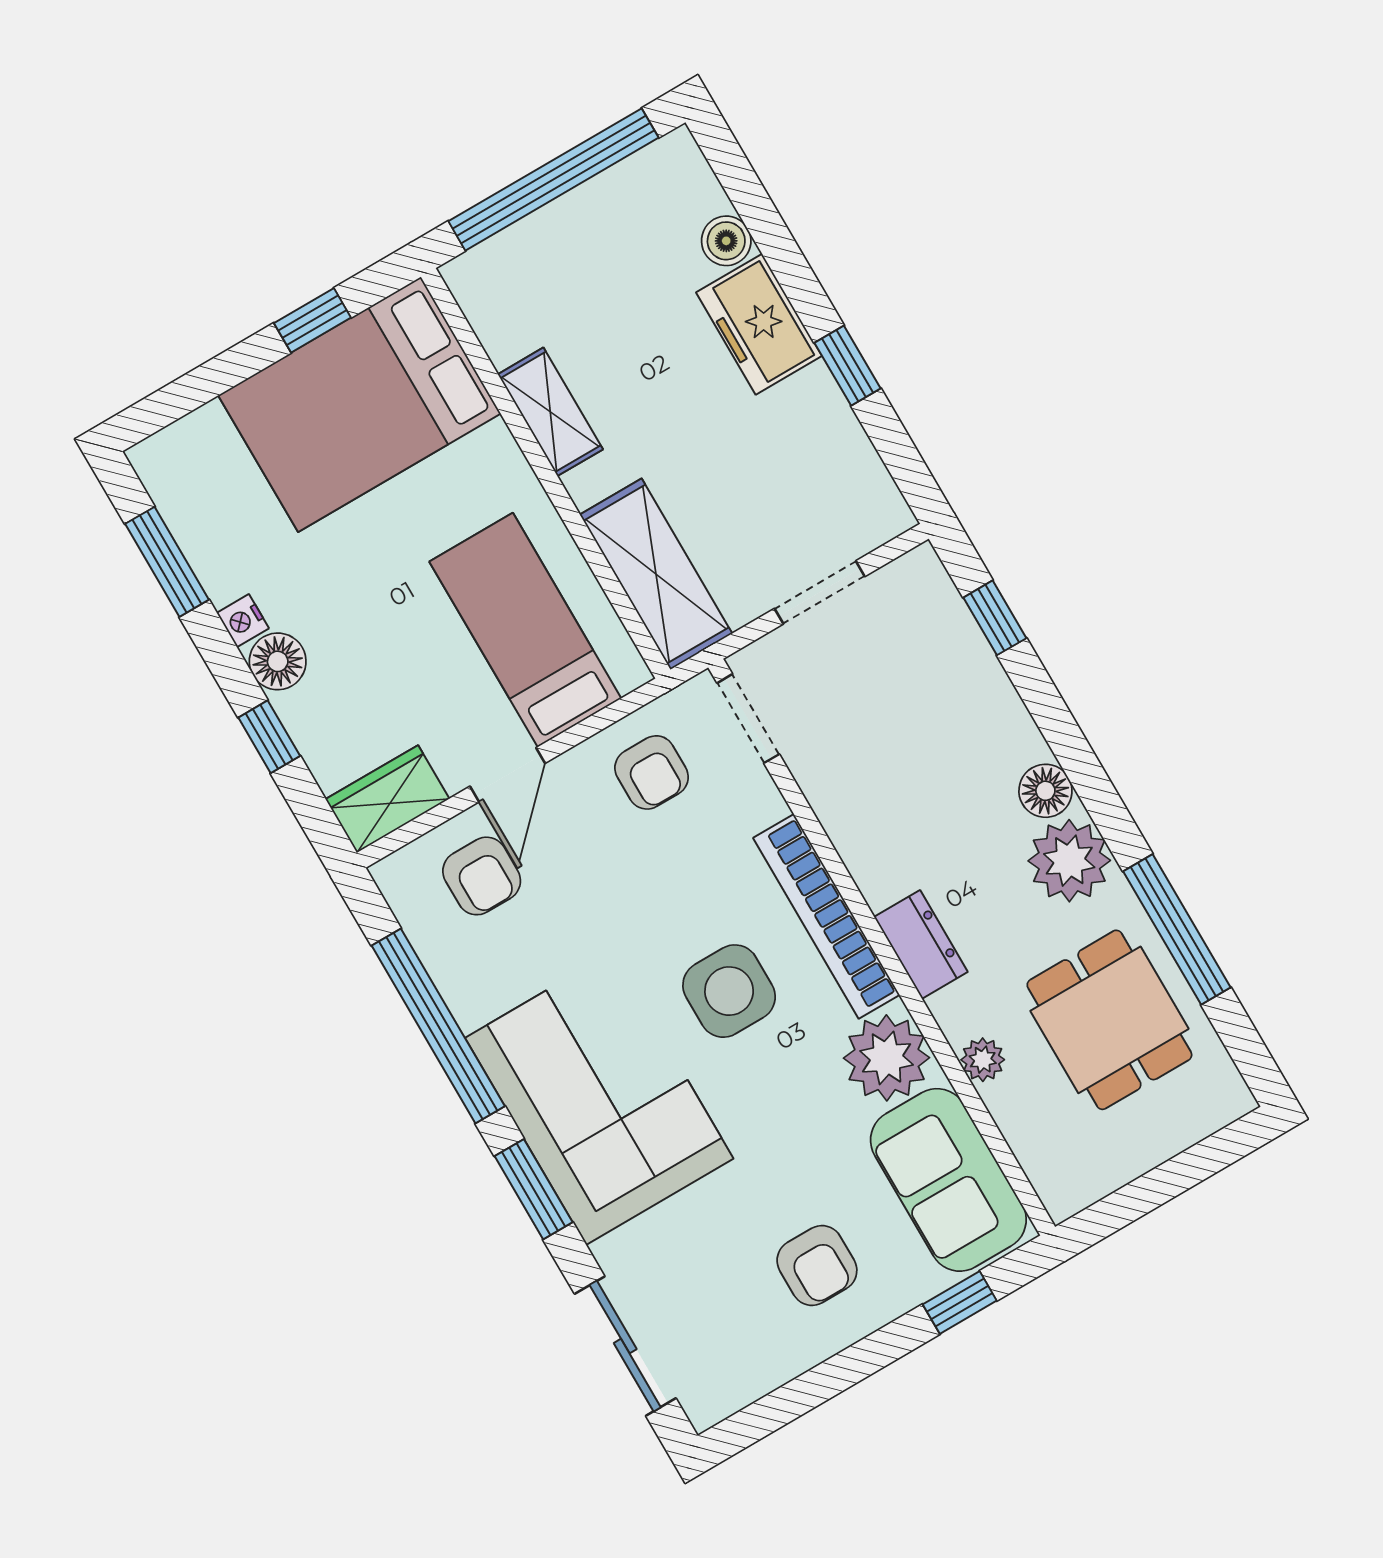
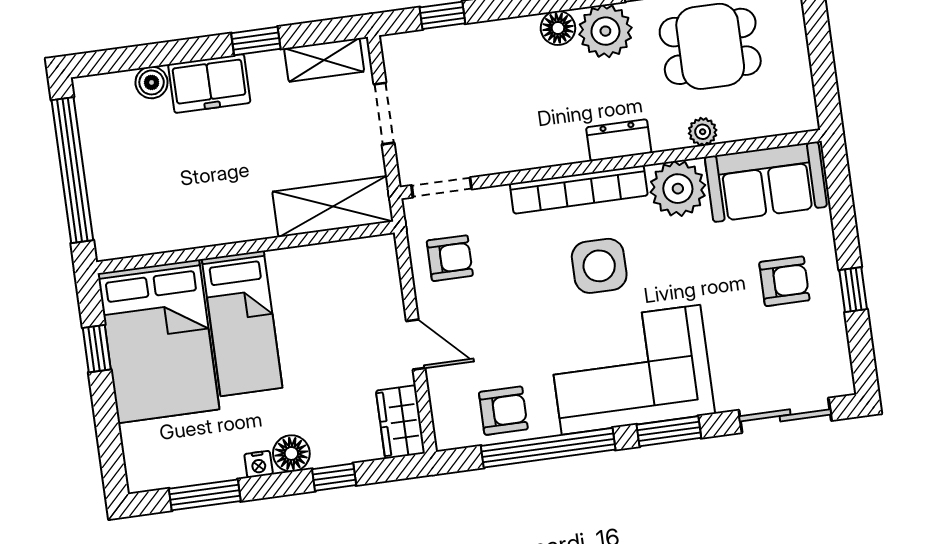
shelving: (550, 412) -> (324, 60), moved
bed: (525, 630) -> (242, 323), moved, turned -90
armchair: (482, 876) -> (503, 411), moved
window: (960, 1302) -> (853, 290), moved

